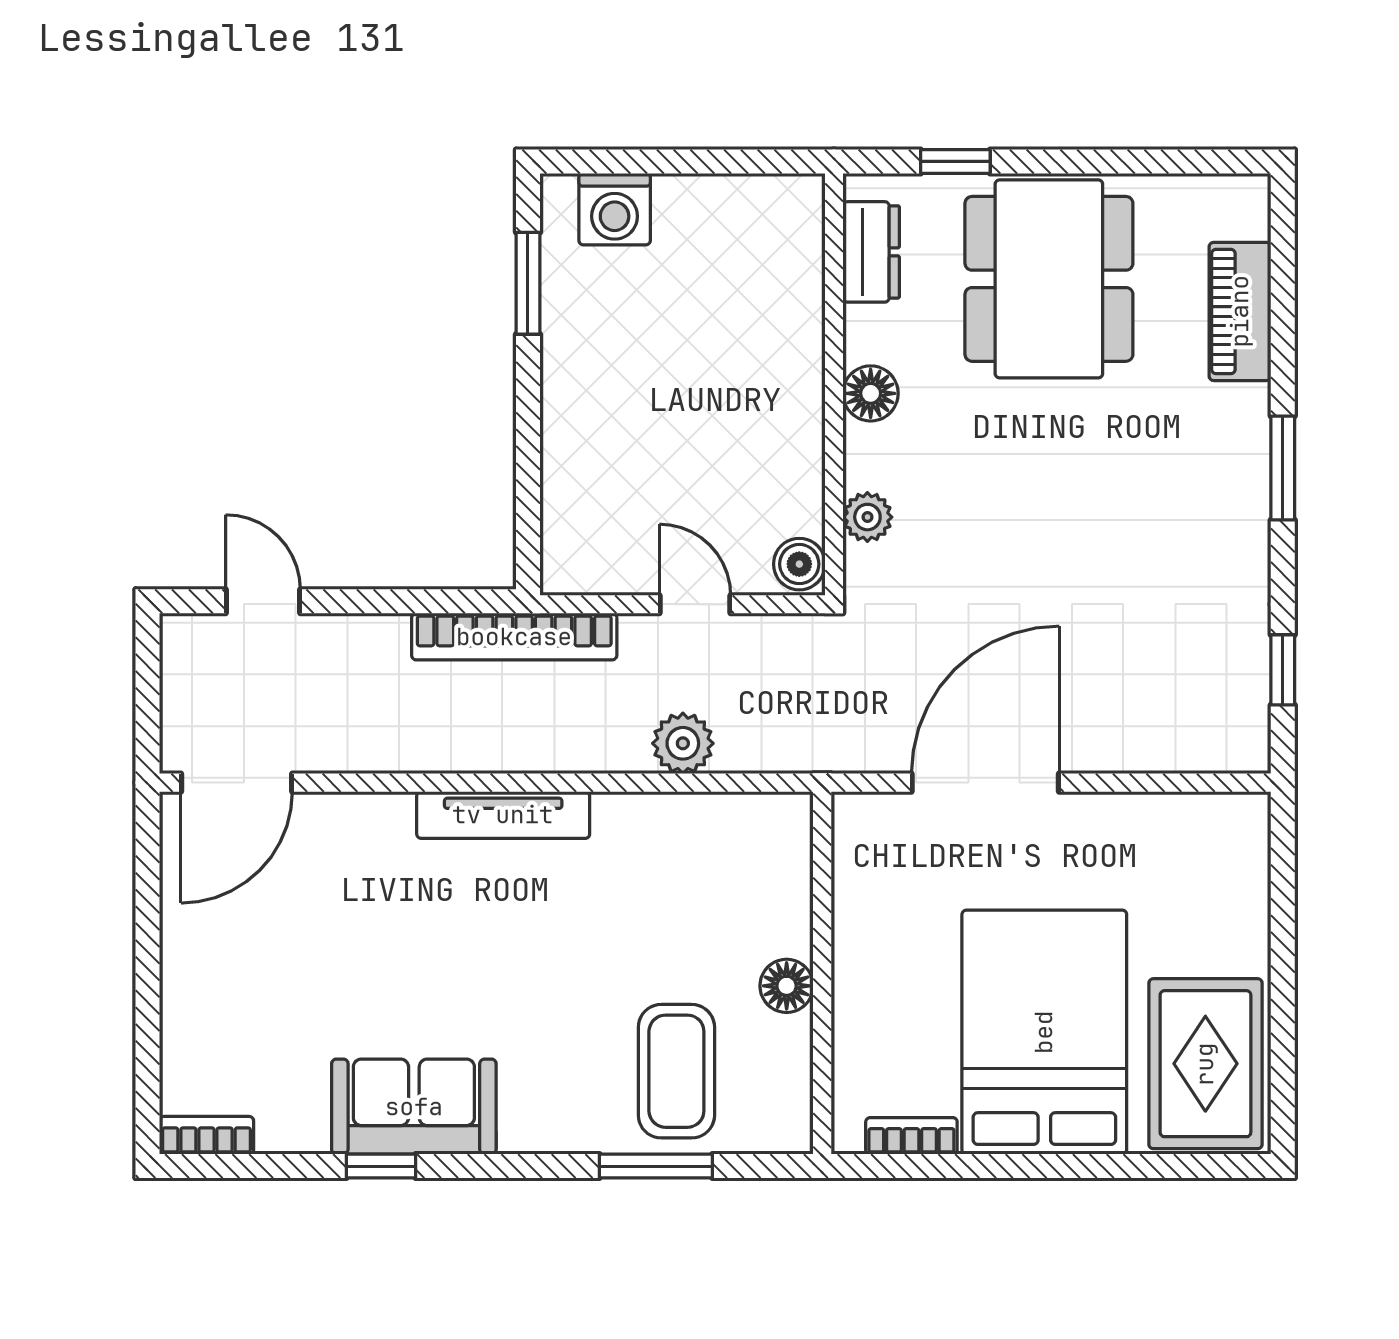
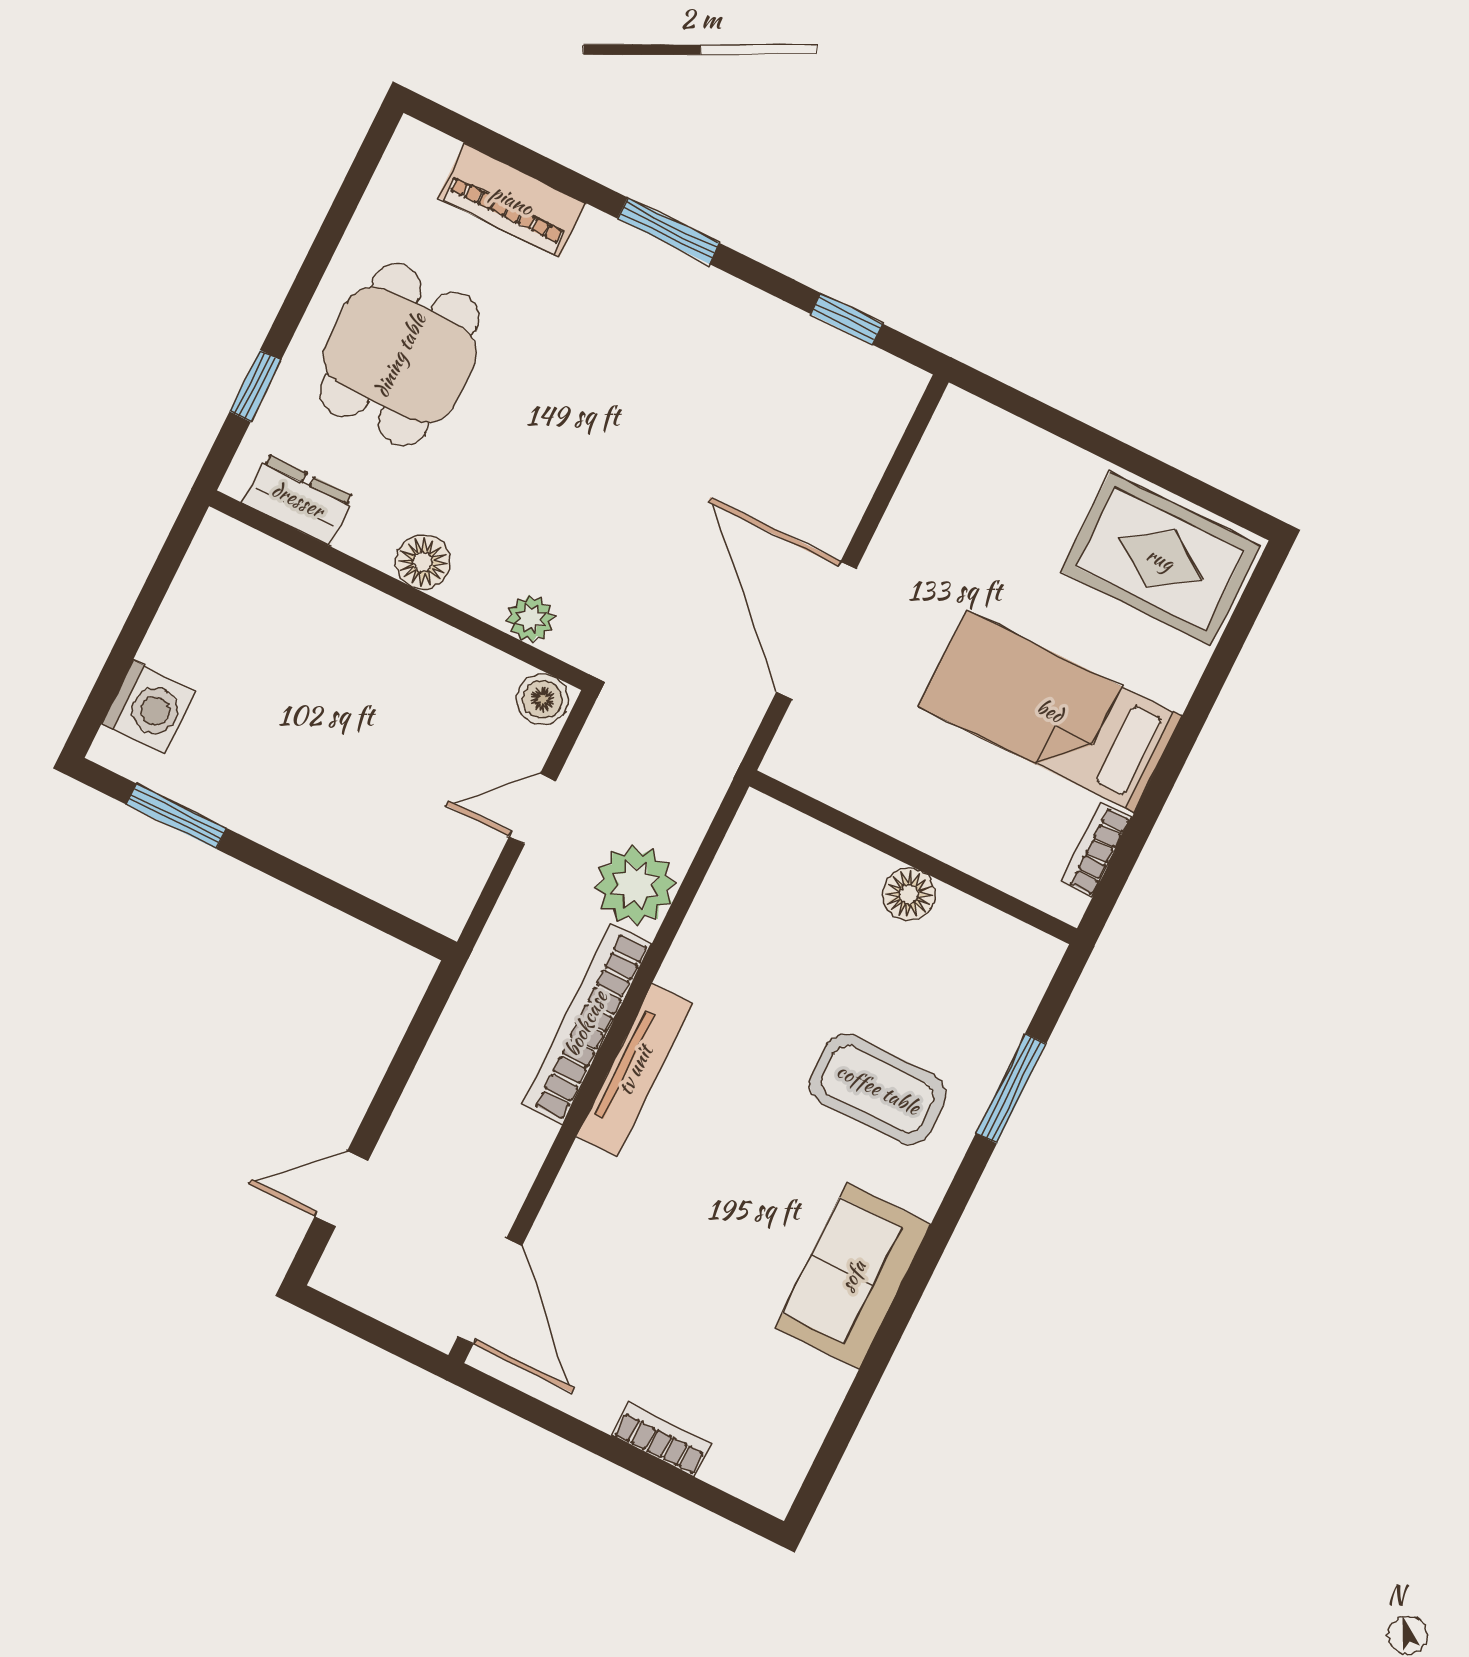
dining table: (1049, 279) -> (400, 355), width x0.73
bookcase: (514, 637) -> (586, 1024), moved, turned 180
plant: (683, 743) -> (635, 885), width x1.36, depth x1.36
bed: (1044, 1032) -> (1050, 711), width x0.67
coffee table: (676, 1071) -> (878, 1089), moved
bookcase: (206, 1135) -> (661, 1440), moved, turned 90
window: (381, 1166) -> (891, 1331), removed

